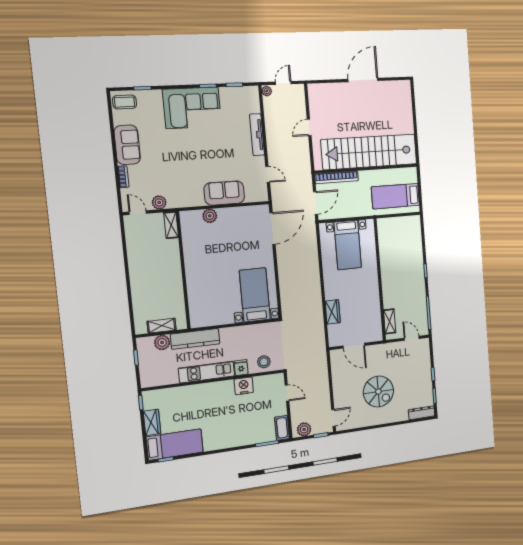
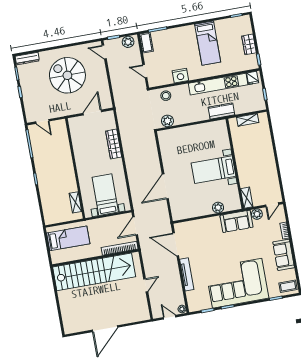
door: (283, 83) -> (170, 317), swing flipped
corner sofa: (192, 108) -> (237, 283), width x1.36, depth x1.36
door: (268, 174) -> (176, 244), width x1.88
sofa: (224, 193) -> (237, 221), moved
door: (138, 213) -> (272, 205), hinge flipped
door: (272, 228) -> (165, 186), moved
bed with nightstands: (255, 295) -> (214, 170), moved, turned 90
wardrobe: (333, 312) -> (114, 144), width x1.50
shelving: (390, 321) -> (75, 202), moved
kitchen counter: (195, 339) -> (221, 111), width x0.67
plant: (162, 342) -> (167, 121), moved
door: (354, 346) -> (92, 113), hinge flipped
fridge: (241, 368) -> (253, 78), moved
kitchen unit: (207, 372) -> (218, 84), width x1.36
spiral stairs: (378, 392) -> (67, 75), width x1.37, depth x1.37
door: (333, 418) -> (104, 52), hinge flipped
bed: (175, 445) -> (208, 43), moved, turned -90

